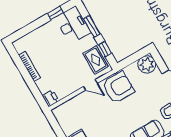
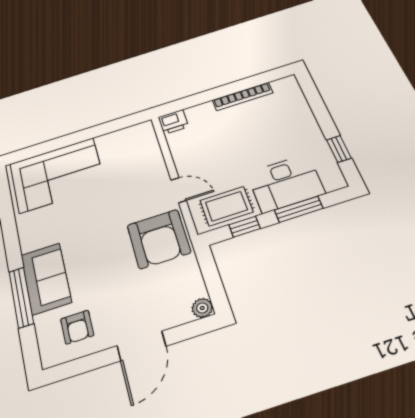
desk: (73, 25) -> (286, 183), moved
plant: (147, 64) -> (202, 308), width x0.53, depth x0.53
door: (90, 85) -> (179, 190), swing flipped

